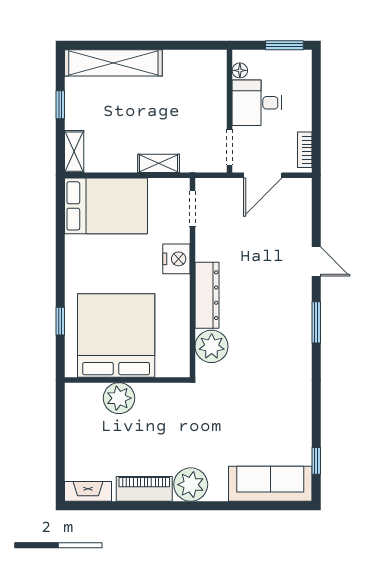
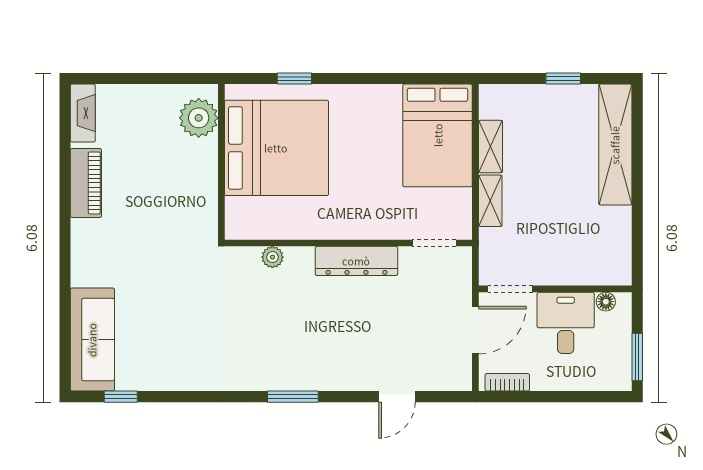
shelving: (74, 152) -> (491, 146), moved, turned 90
door: (263, 175) -> (475, 330), swing flipped
nightstand: (176, 259) -> (372, 223), removed
door: (316, 262) -> (397, 397), moved
dresser: (207, 295) -> (356, 261), moved
plant: (212, 346) -> (272, 257), width x0.53, depth x0.53
plant: (119, 398) -> (199, 118), moved
plant: (191, 485) -> (91, 241), removed

